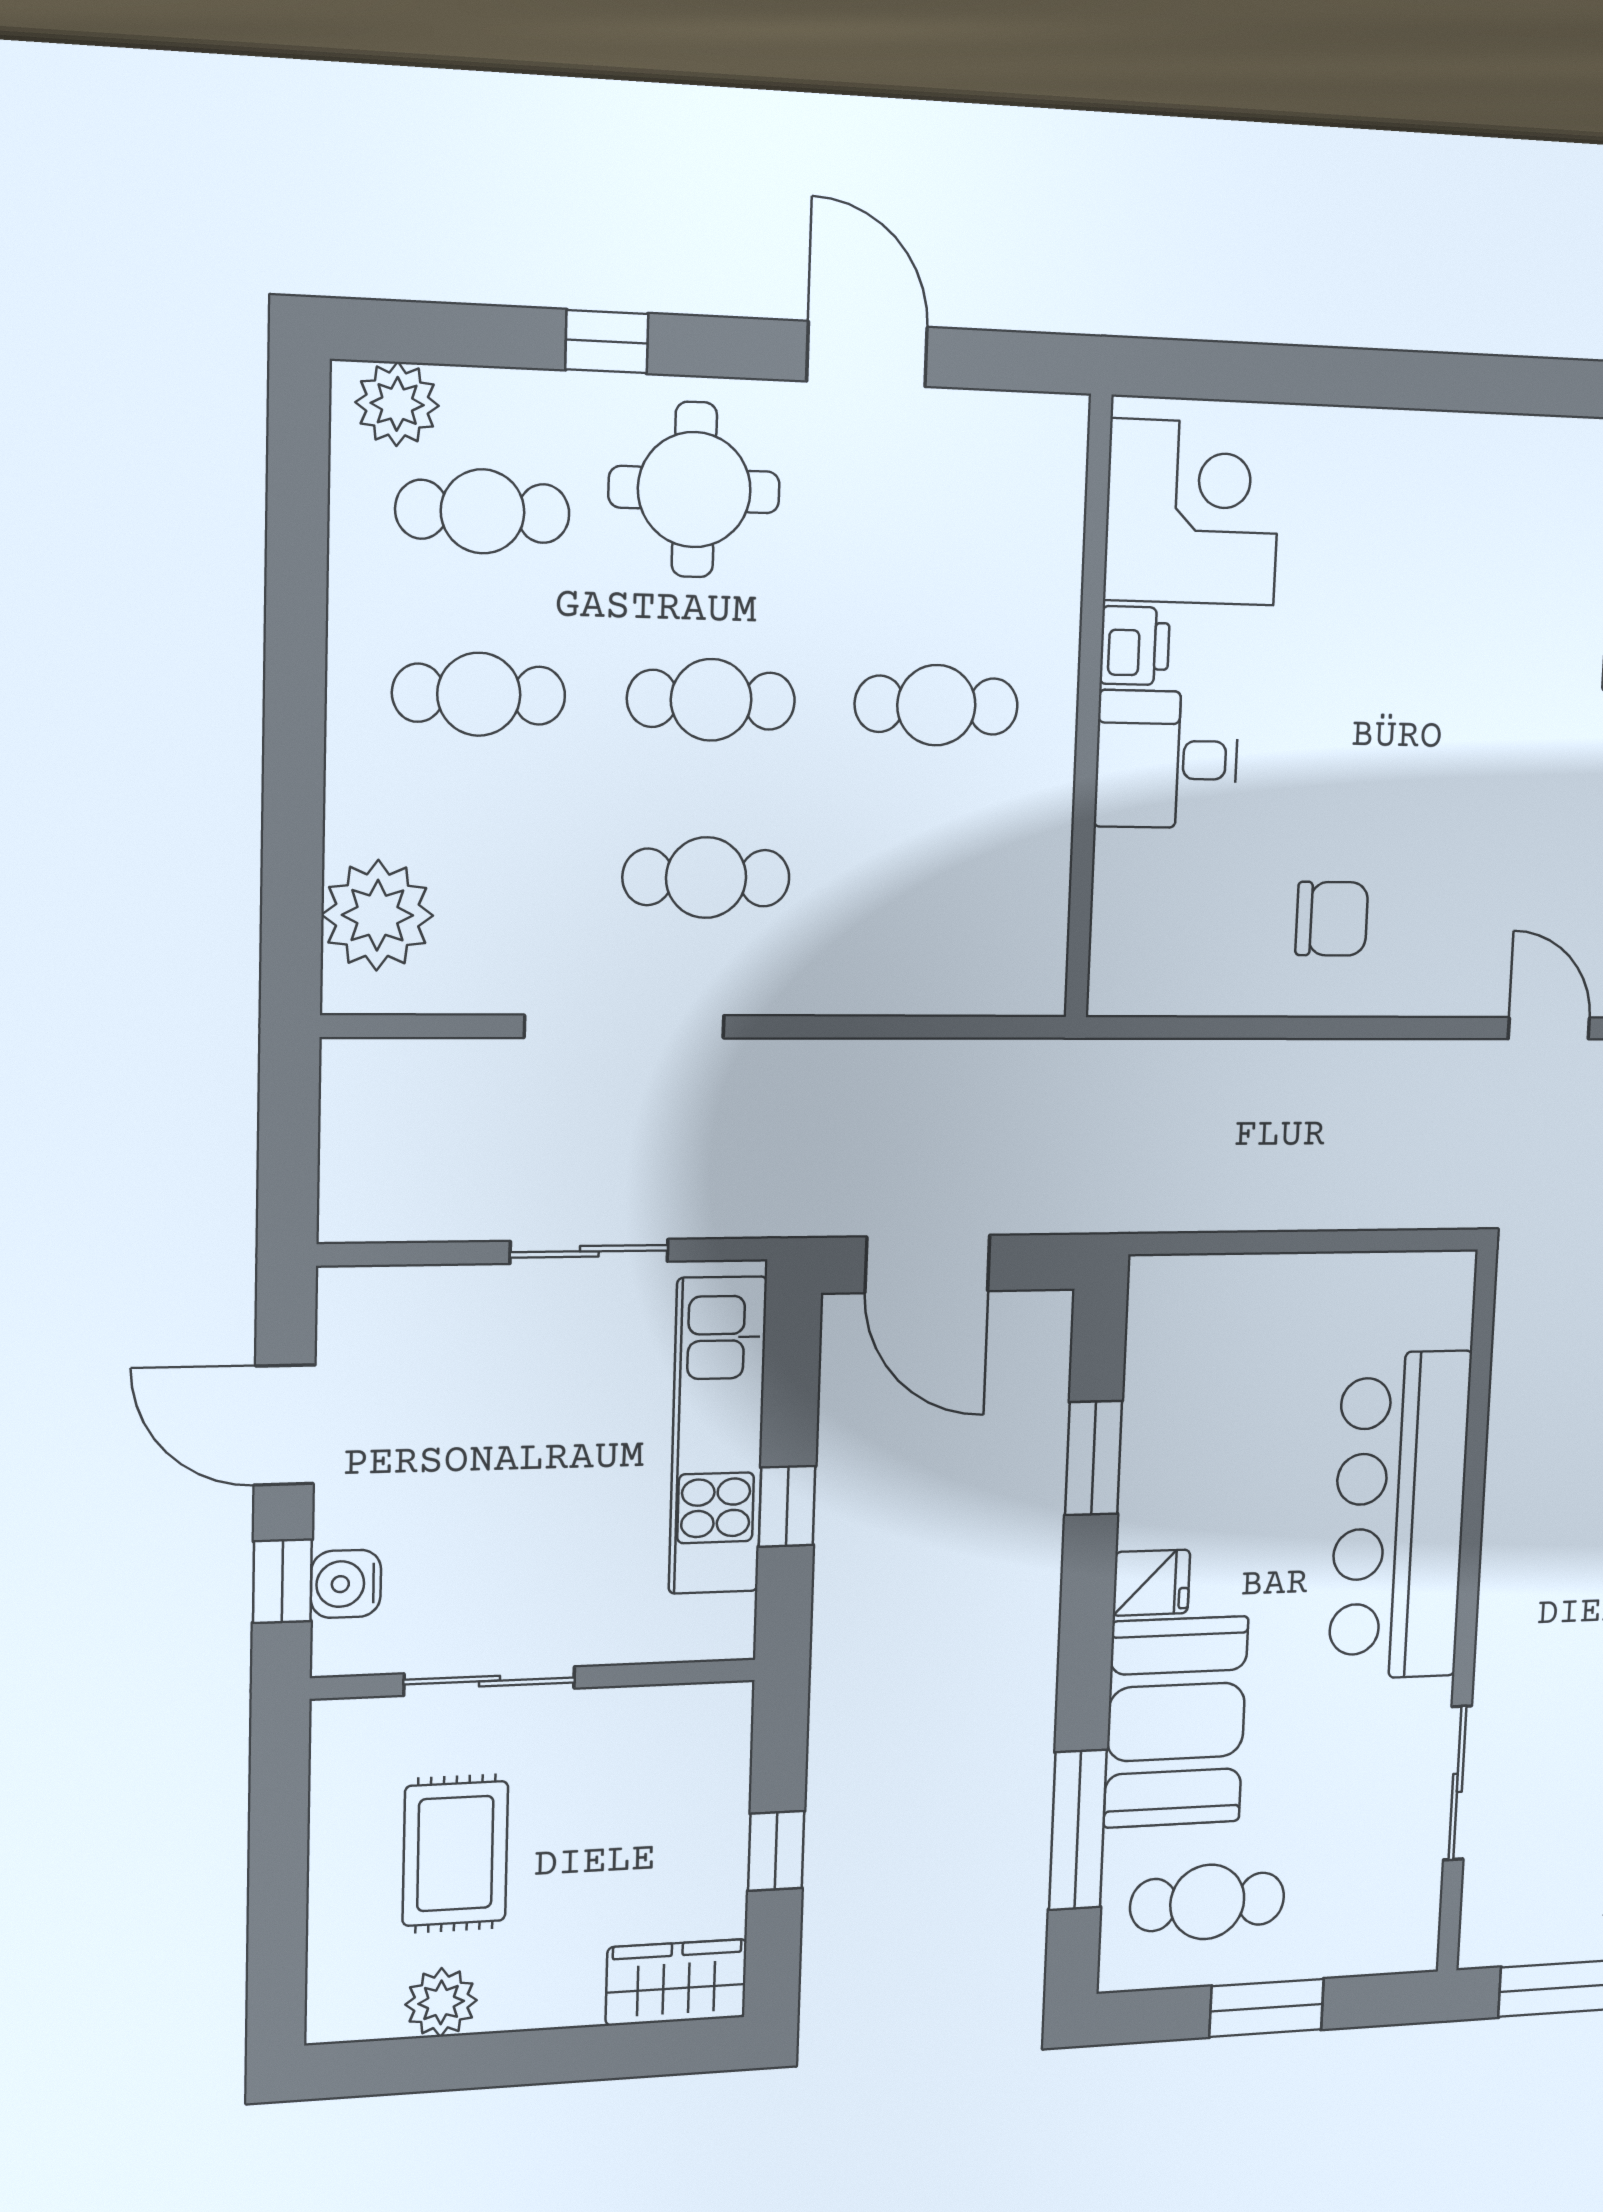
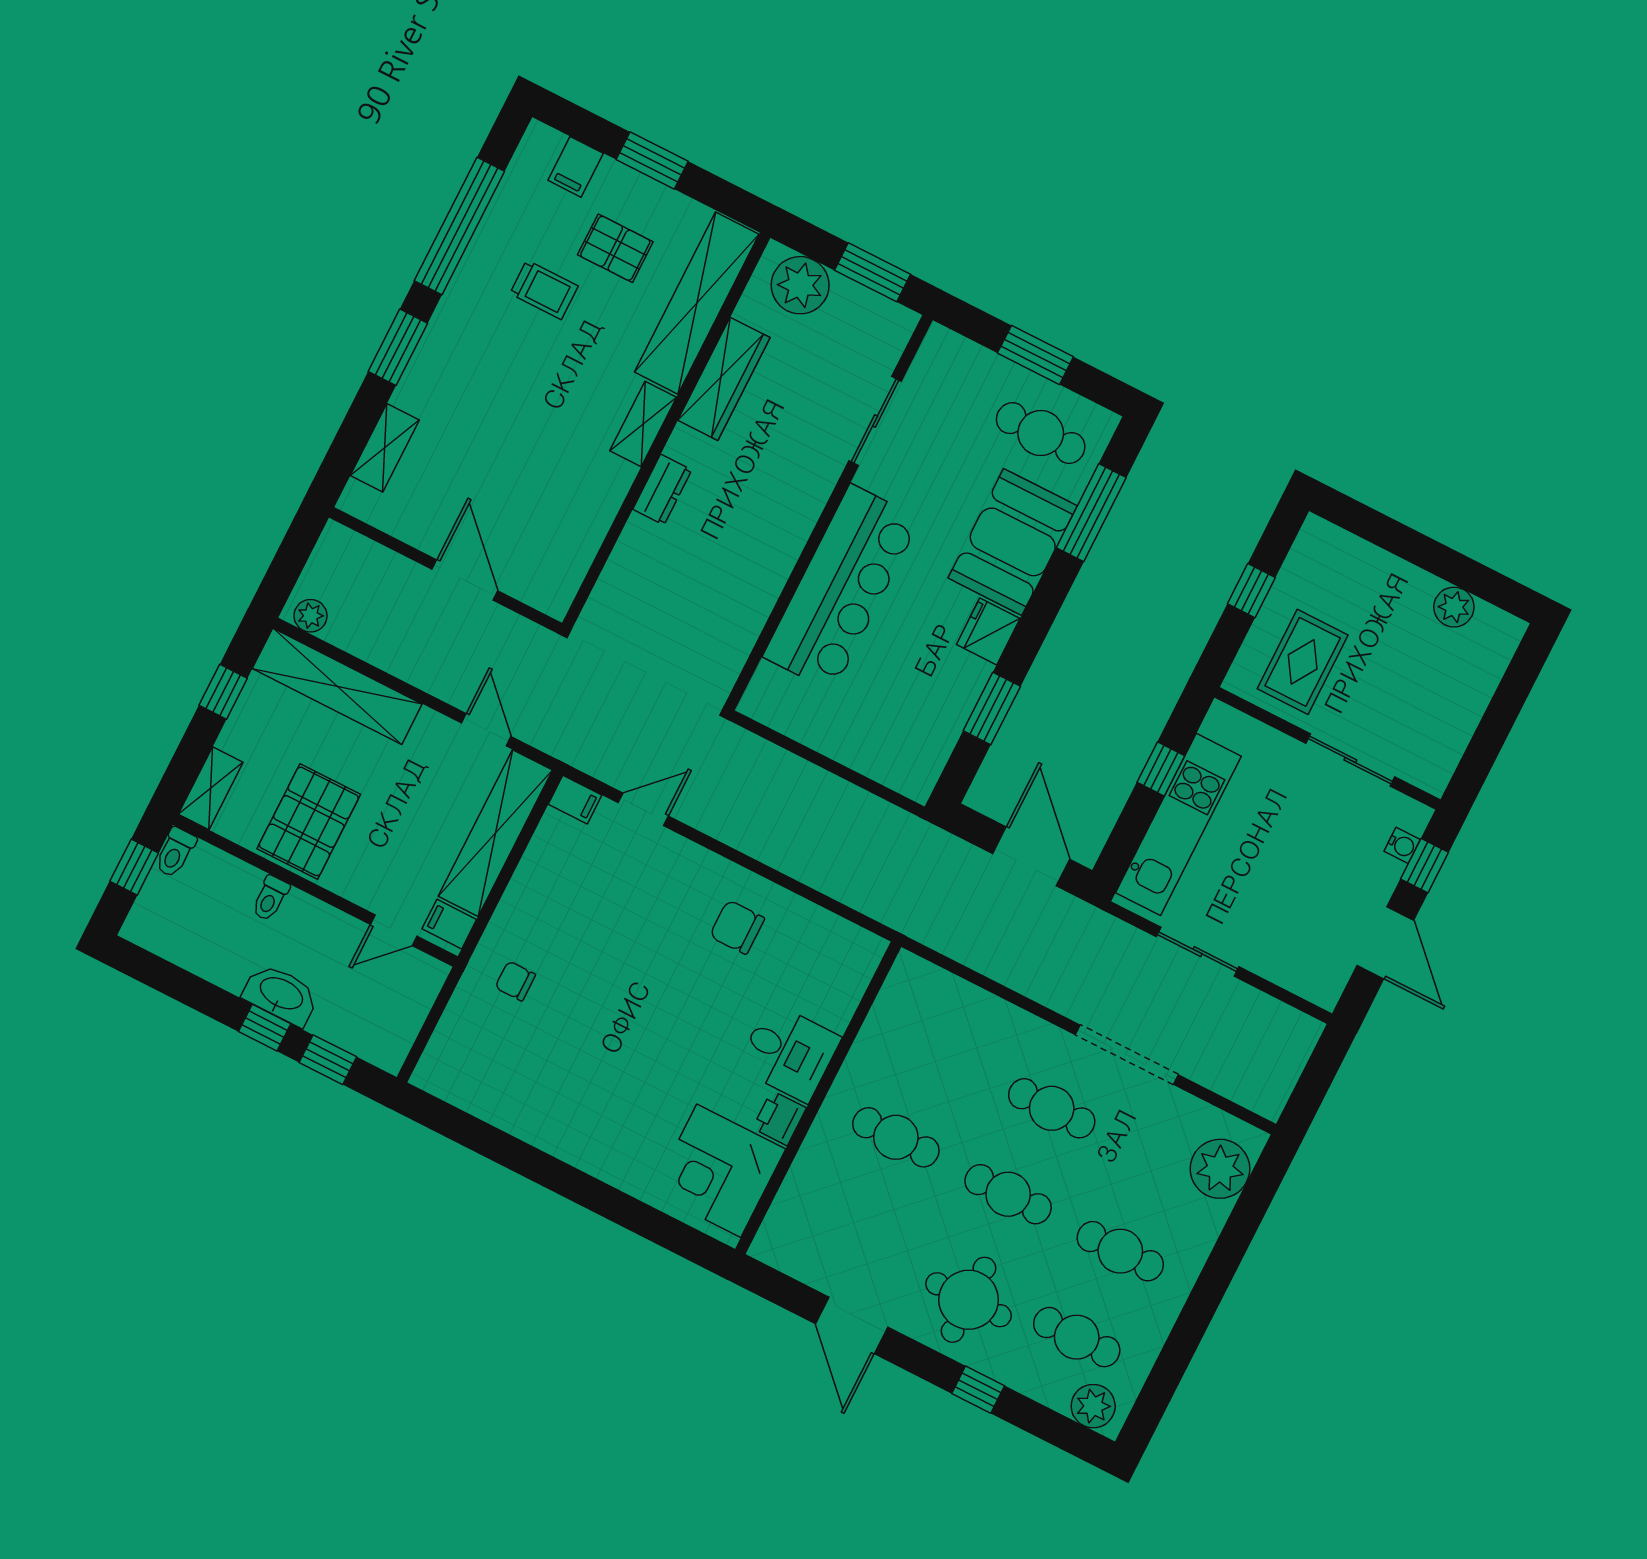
door: (1549, 1028) -> (643, 809), swing flipped
fridge: (1151, 1583) -> (988, 631), width x1.38
water cooler: (346, 1584) -> (1402, 845), width x0.72, depth x0.72
rug: (455, 1853) -> (1303, 662), moved
wardrobe: (676, 1982) -> (1334, 550), removed

